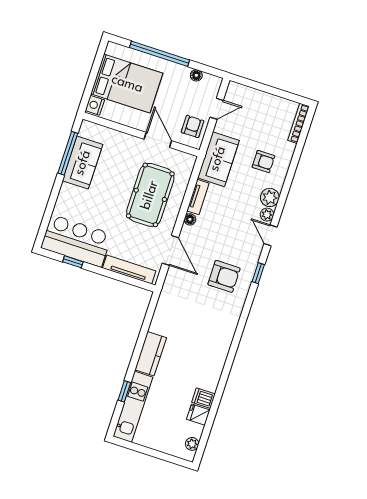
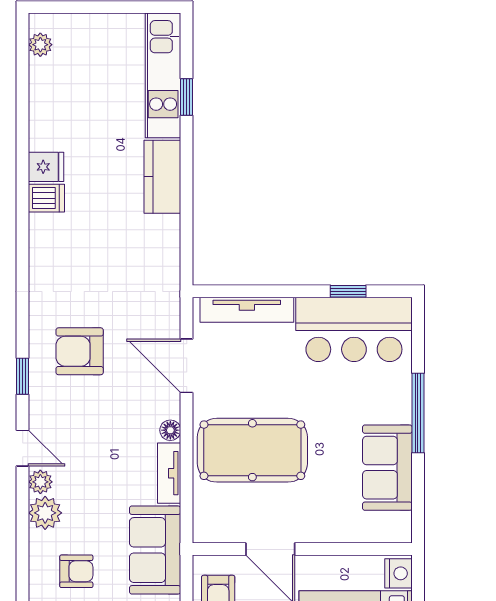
window: (68, 153) -> (418, 413), moved
armchair: (263, 162) -> (76, 571), turned 180
pool table: (150, 195) -> (252, 450), turned 90
dishwasher: (203, 398) -> (46, 198), moved
fridge: (198, 415) -> (46, 167), moved

